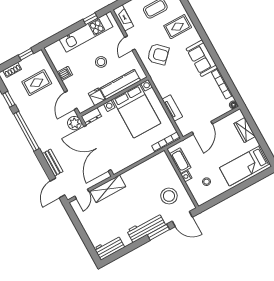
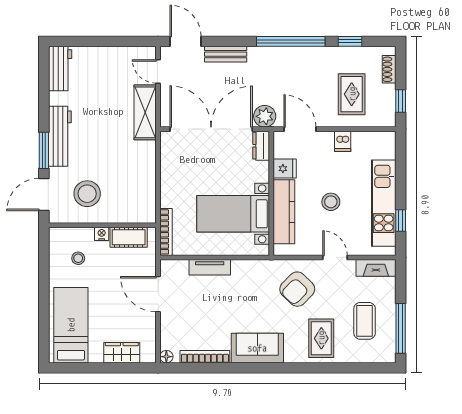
bed with nightstands: (137, 111) -> (233, 214), width x0.73

